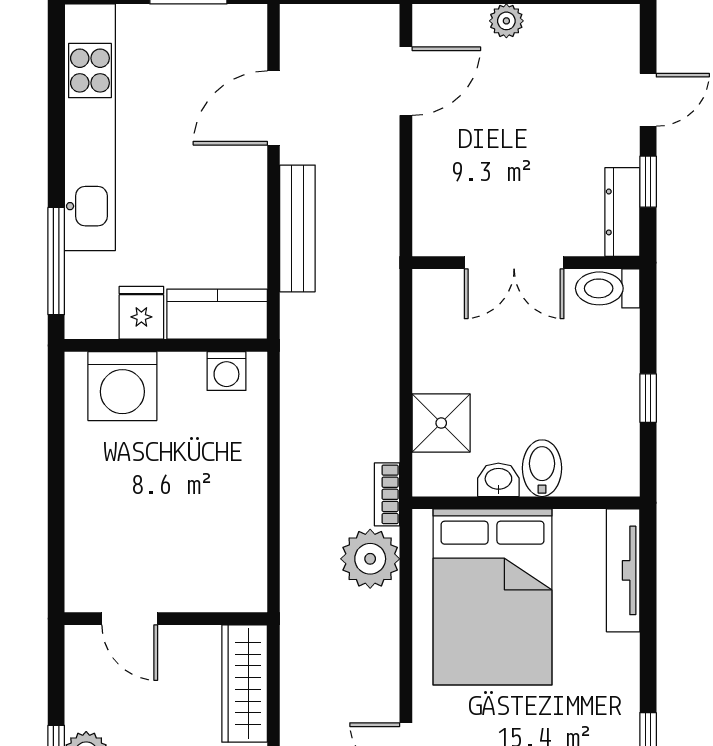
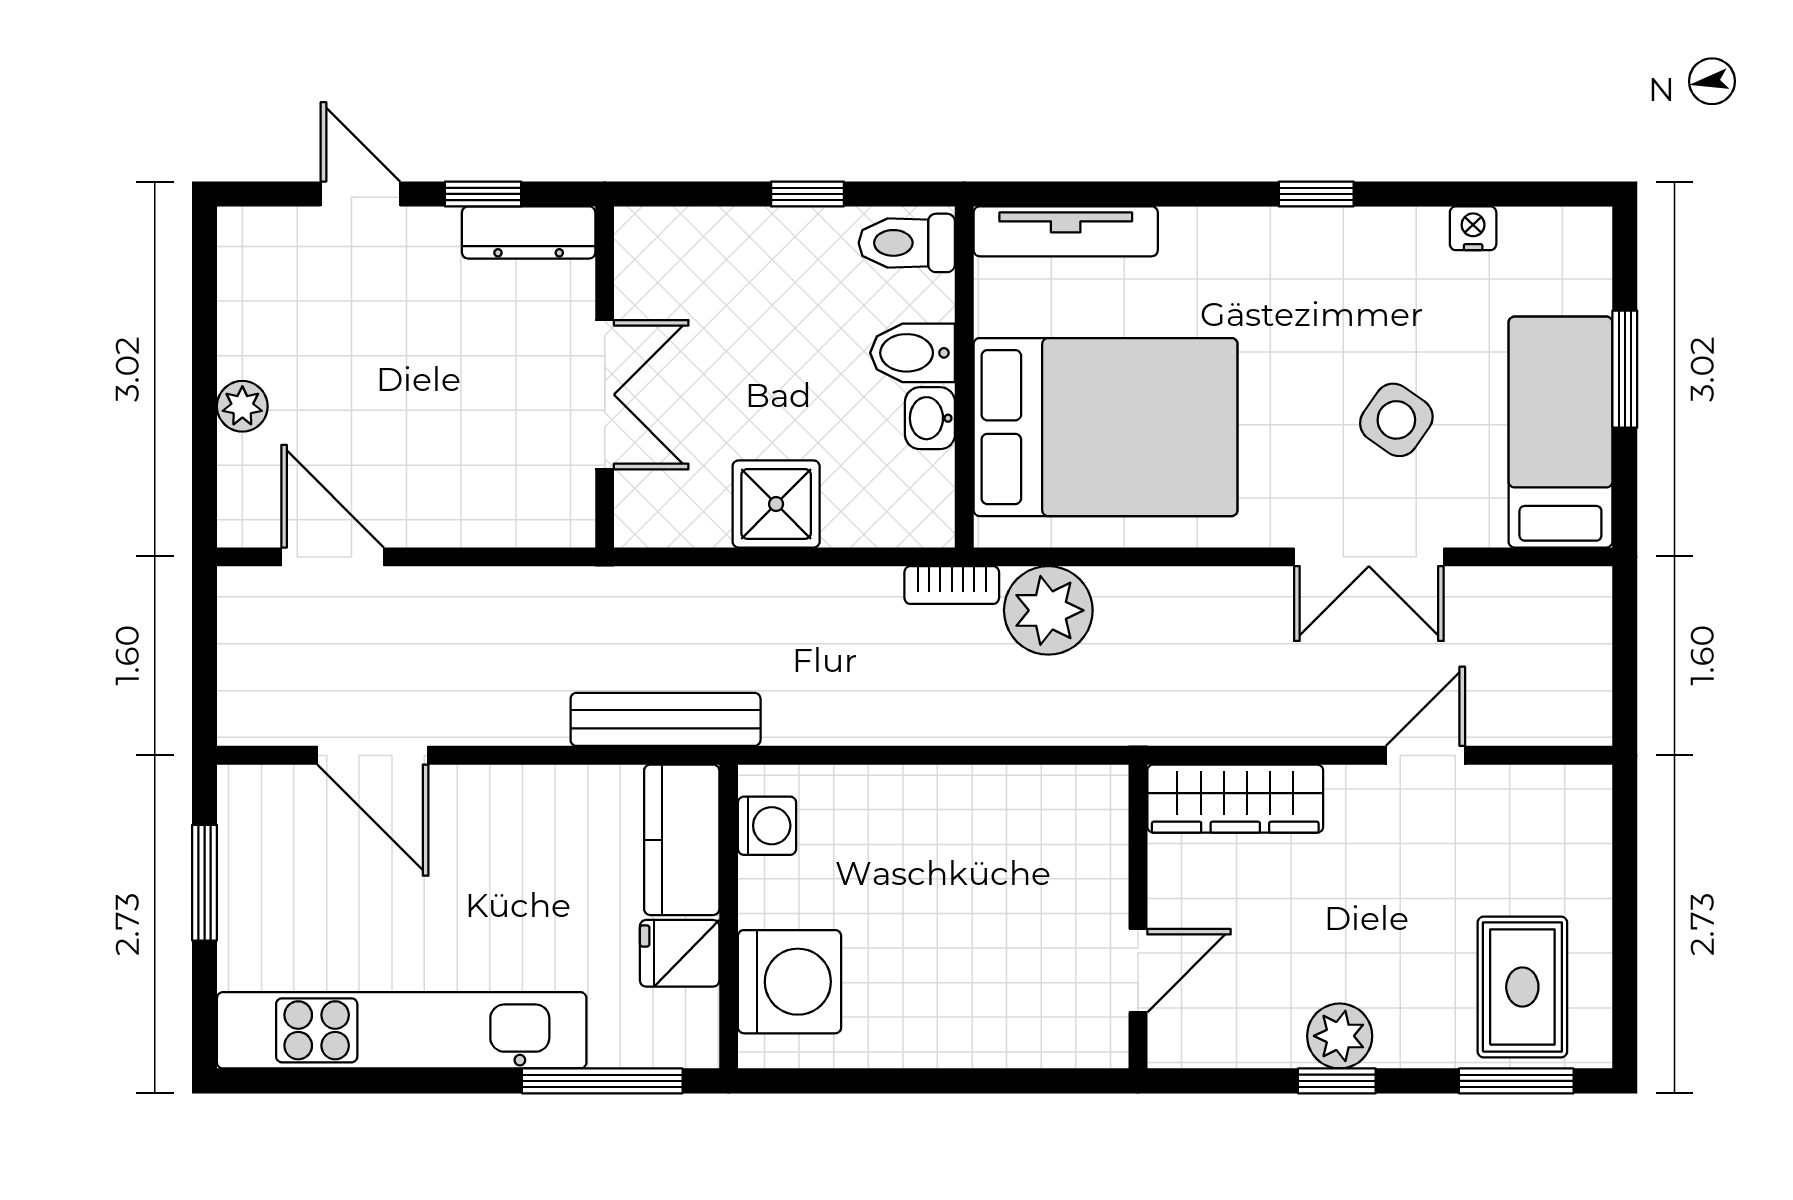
bench: (297, 228) -> (666, 719), moved
toilet: (608, 288) -> (907, 243), moved, turned 90
shower: (441, 423) -> (776, 504), moved

